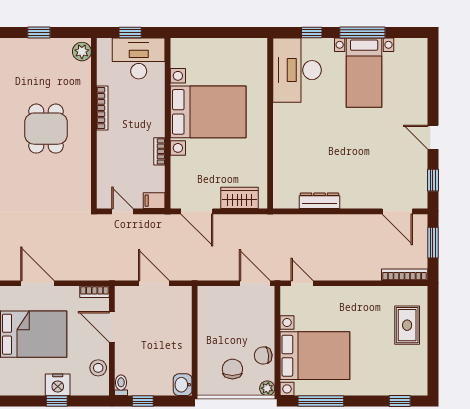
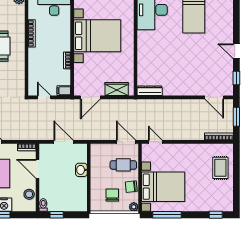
dresser: (320, 201) -> (150, 91), moved
door: (197, 211) -> (90, 97), hinge flipped
cafe table: (250, 321) -> (123, 165), added
washbasin: (183, 385) -> (81, 170), moved

